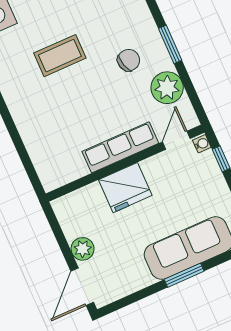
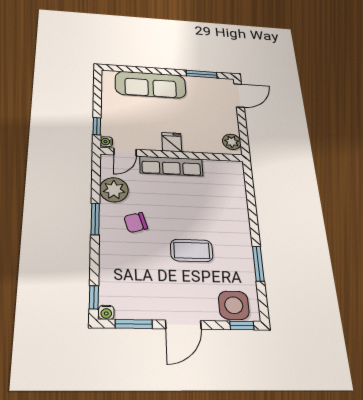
fridge: (125, 188) -> (172, 142), width x0.53, depth x0.75
plant: (83, 249) -> (232, 142), moved
window: (184, 275) -> (202, 74), moved

